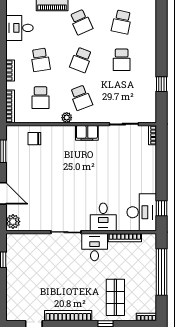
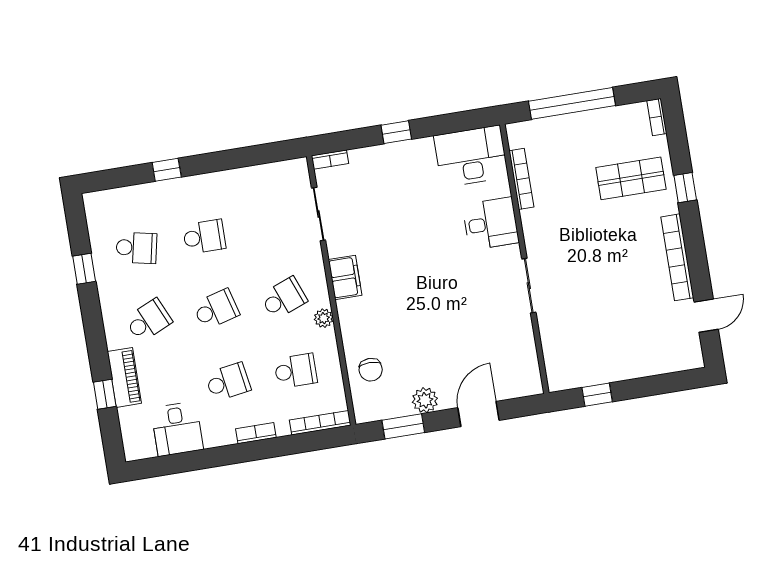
school desk: (81, 60) -> (216, 309), turned -36
window: (161, 84) -> (167, 170), moved
window: (161, 208) -> (396, 132), moved
plant: (13, 222) -> (425, 400), moved
desk: (95, 247) -> (547, 230), removed

